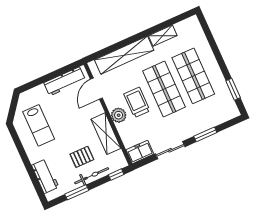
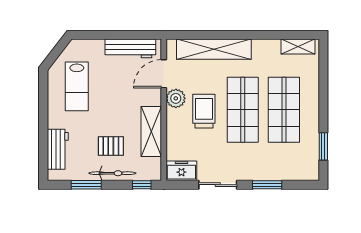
shelving: (163, 36) -> (298, 47), moved
plant: (119, 115) -> (176, 98), moved

